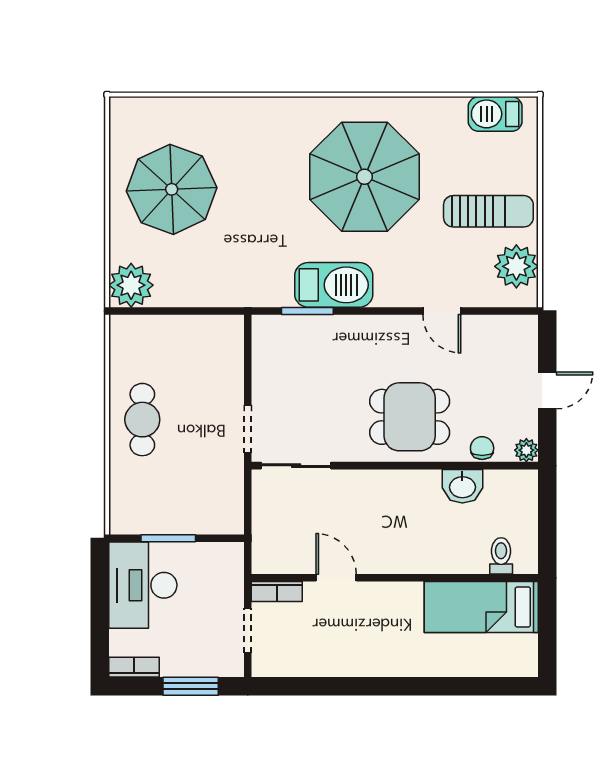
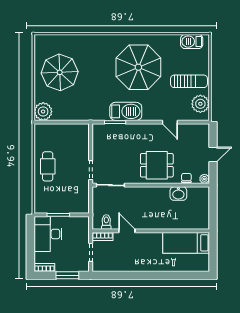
toilet: (501, 556) -> (106, 222), moved

